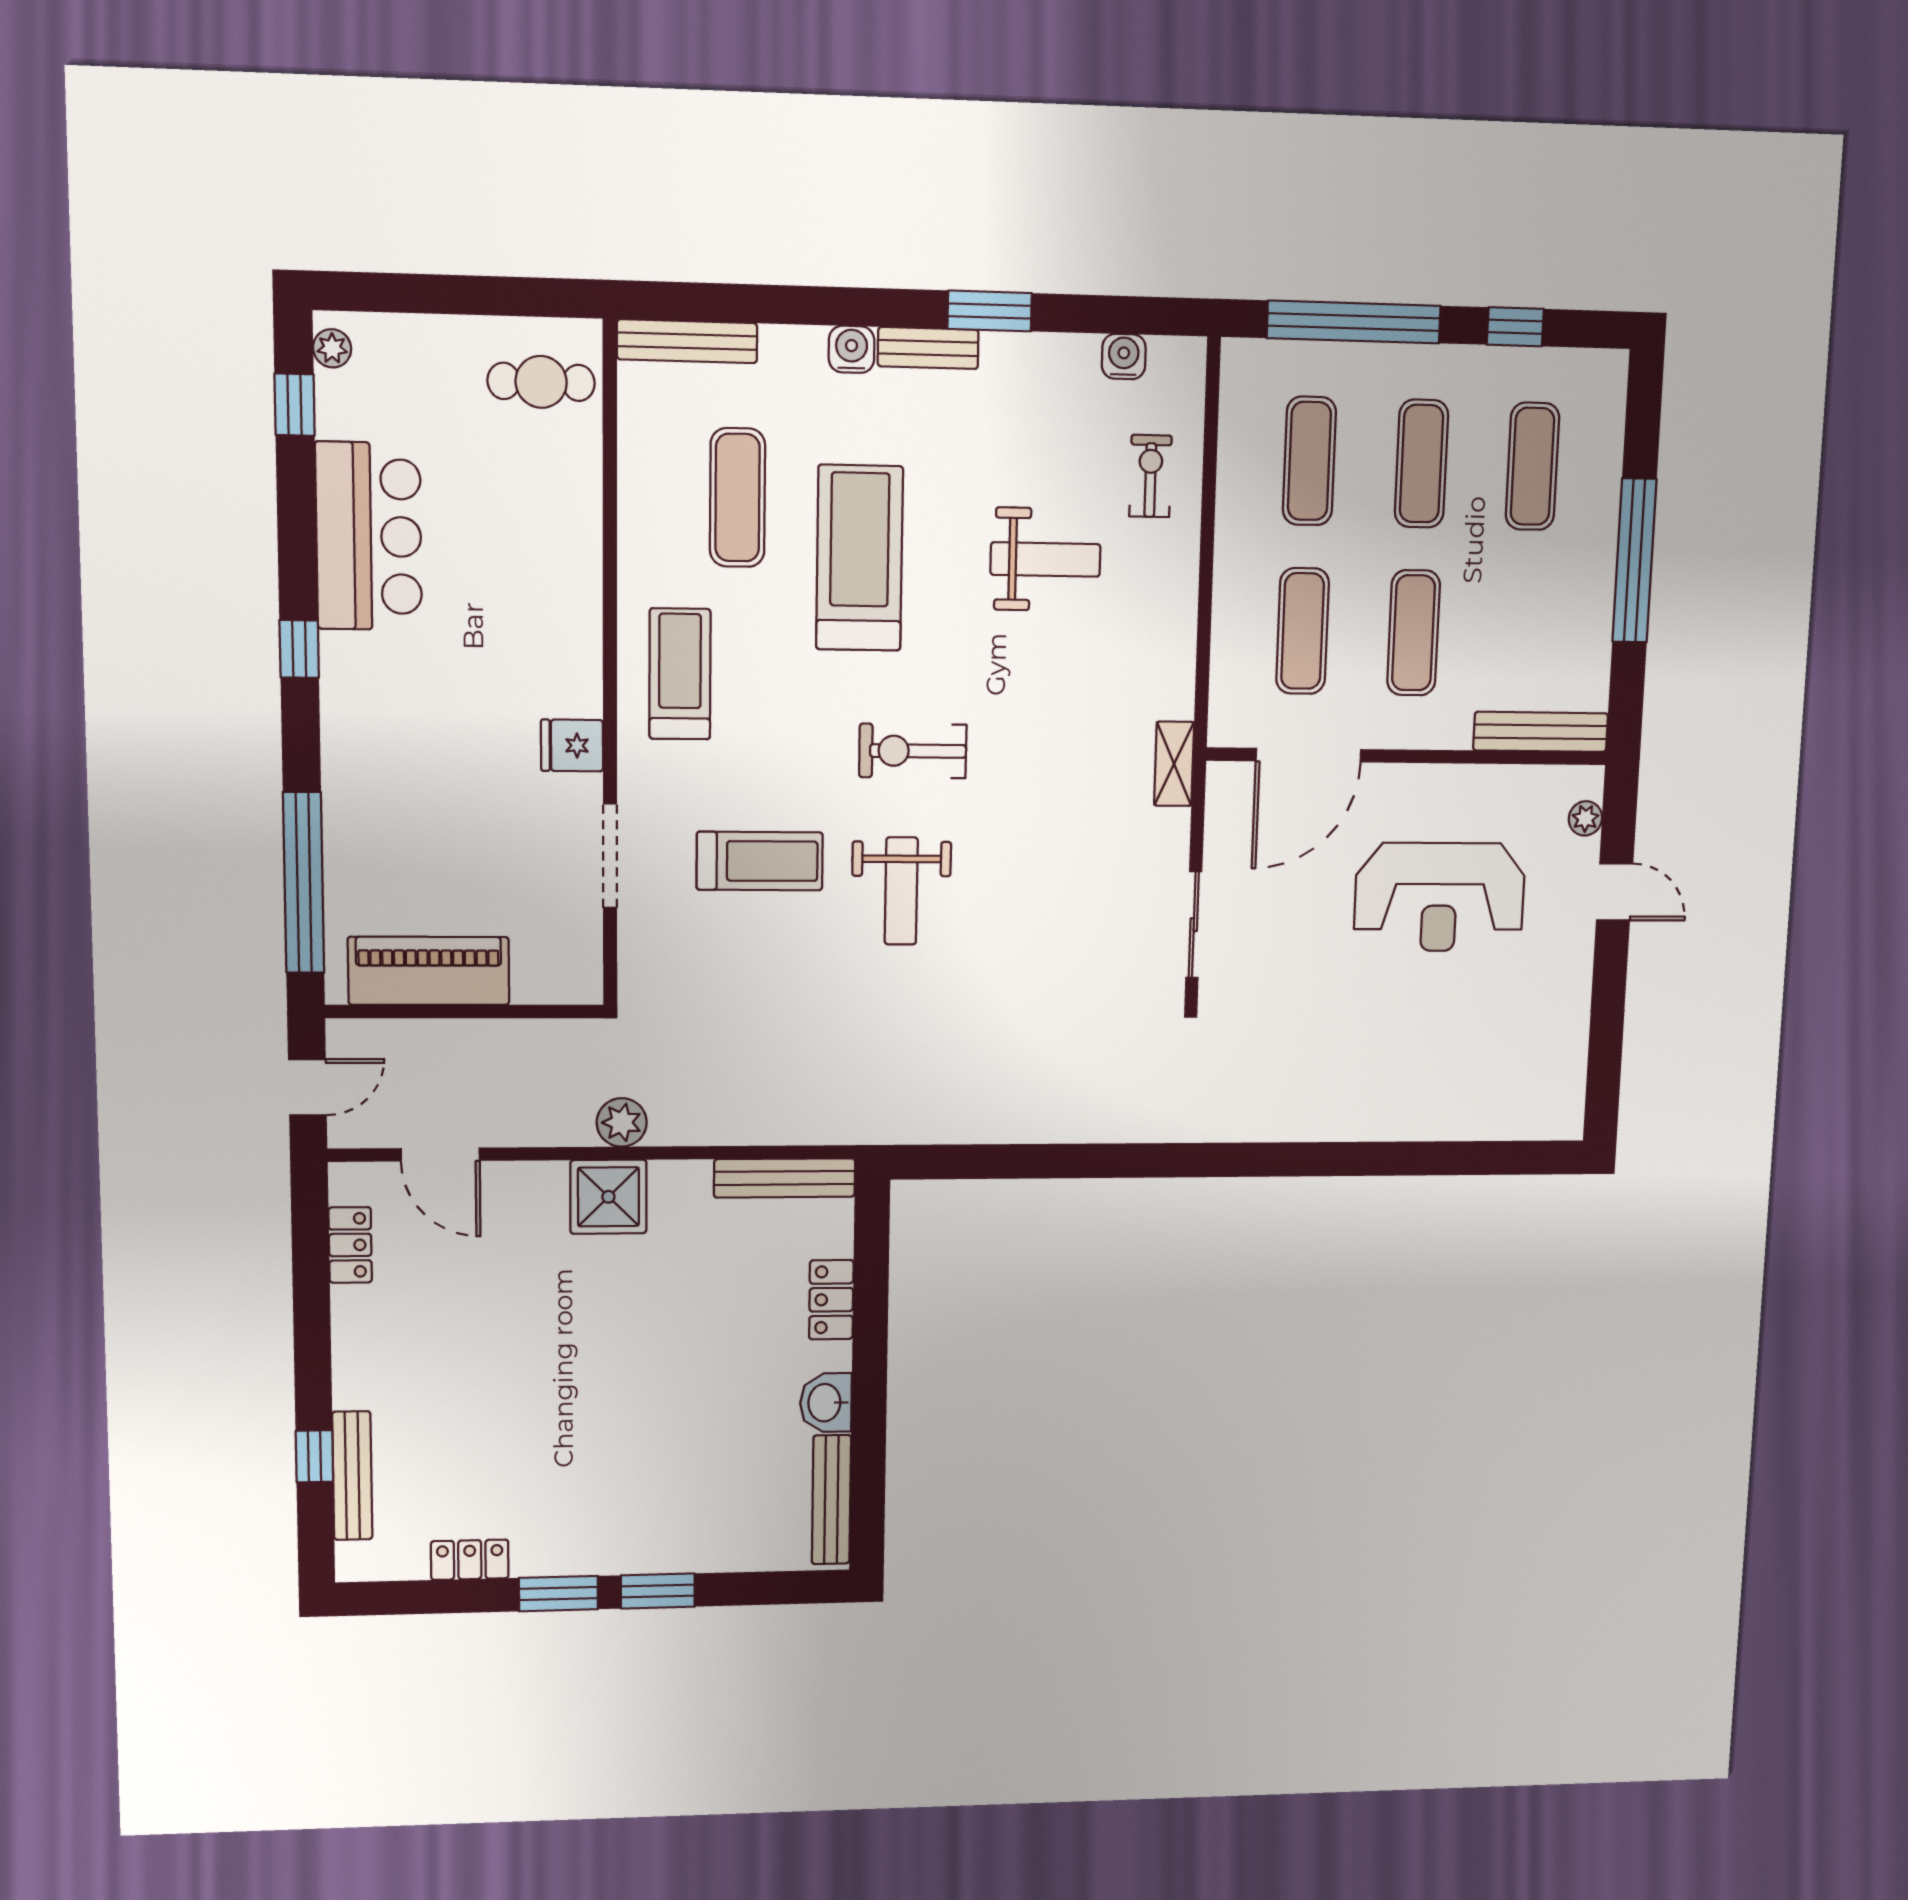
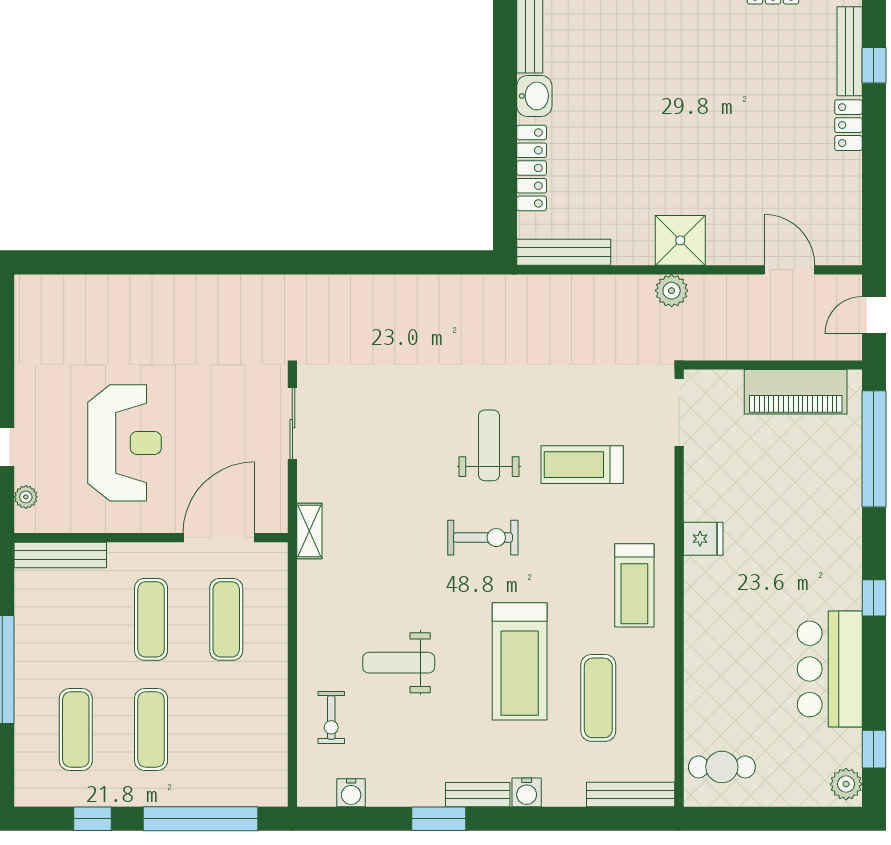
plant: (332, 348) -> (846, 784), width x1.38, depth x1.38
exercise mat: (1309, 461) -> (226, 729), removed
doorway: (610, 856) -> (679, 412), moved
reception desk: (1439, 897) -> (124, 443), turned 90
locker: (350, 1245) -> (848, 125), moved
locker: (831, 1300) -> (532, 168), width x1.53

